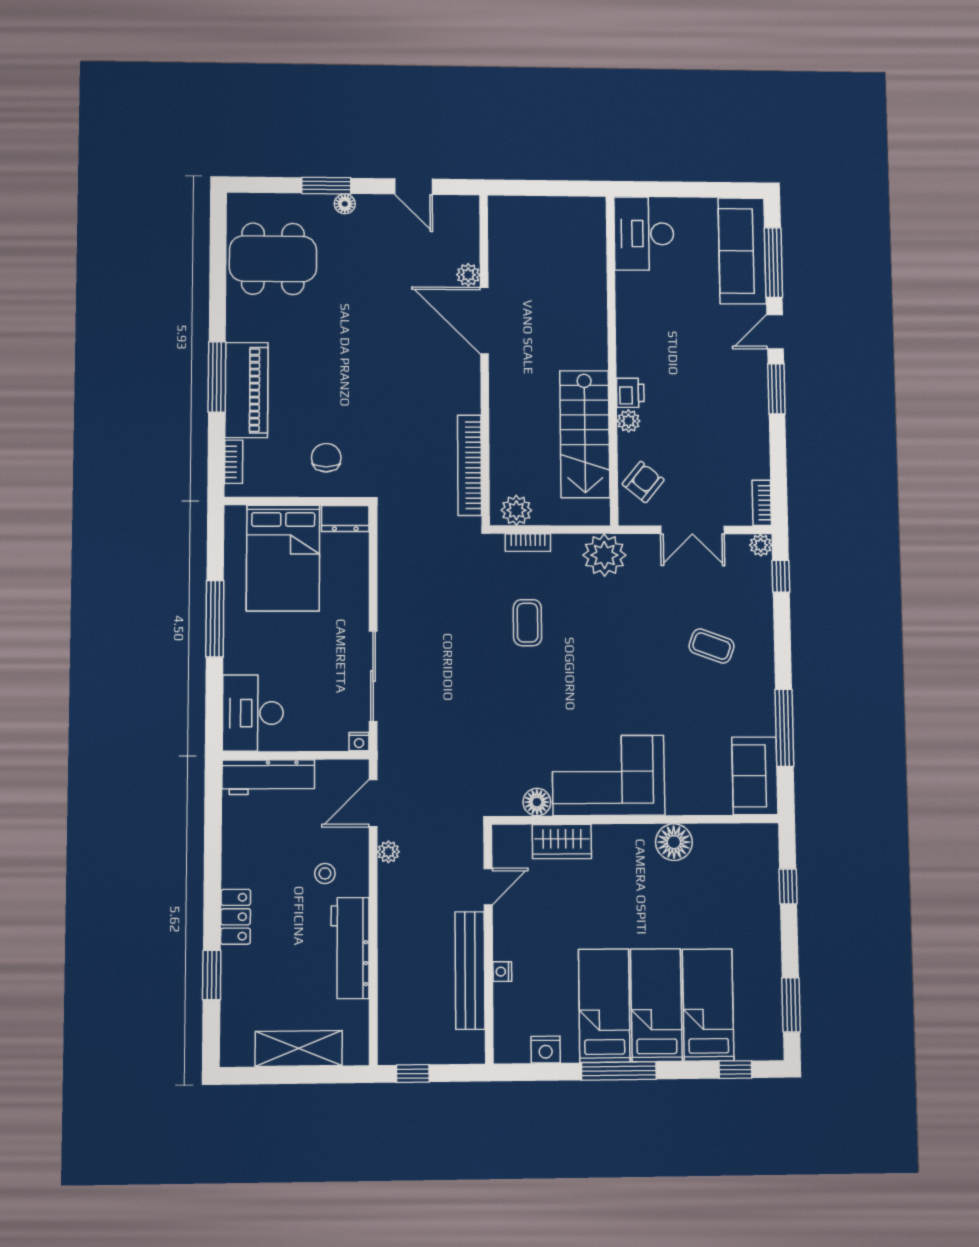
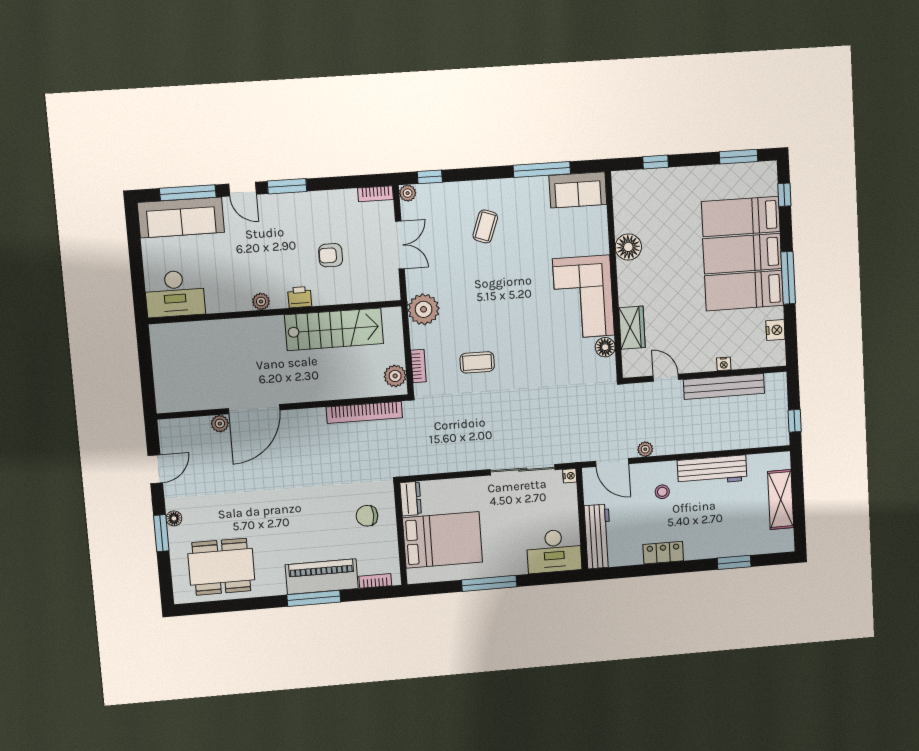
dining table: (273, 259) -> (221, 567), turned 90
plant: (629, 421) -> (261, 301), moved
armchair: (643, 482) -> (331, 255), moved, turned -39
locker: (236, 917) -> (663, 553), moved

